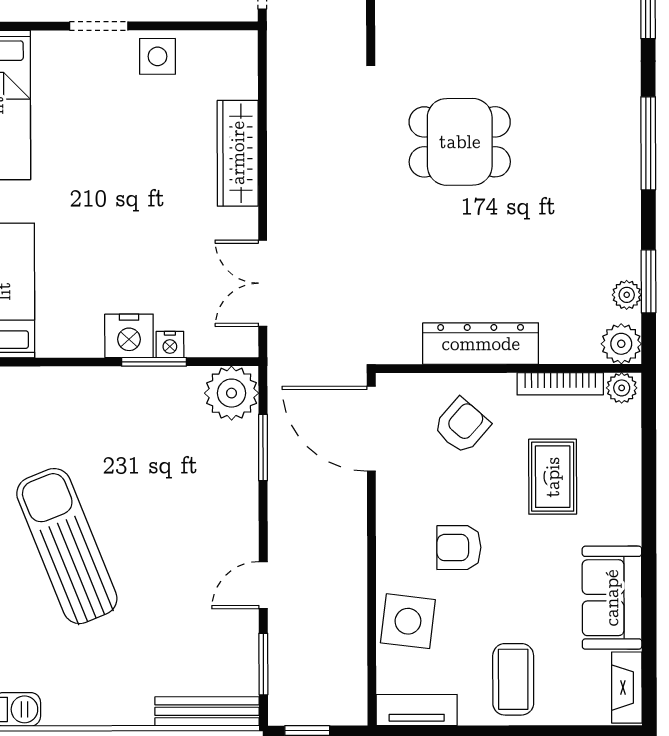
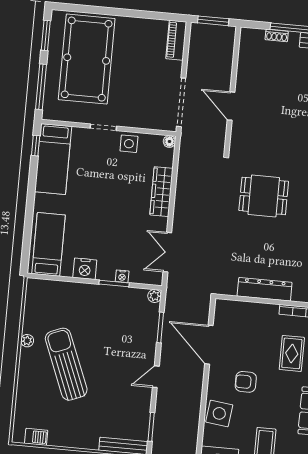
floor lamp: (245, 43) -> (169, 141), added
nightstand: (129, 336) -> (85, 269), moved
plant: (232, 393) -> (155, 296), width x0.53, depth x0.53
armchair: (462, 426) -> (252, 326), removed
door: (371, 429) -> (209, 345), moved
door: (263, 585) -> (156, 377), moved

